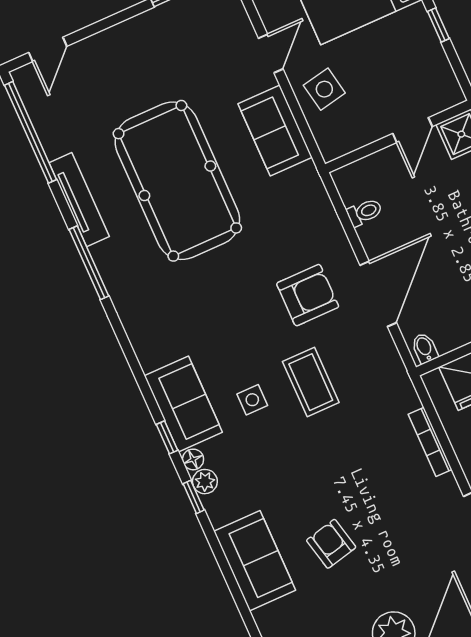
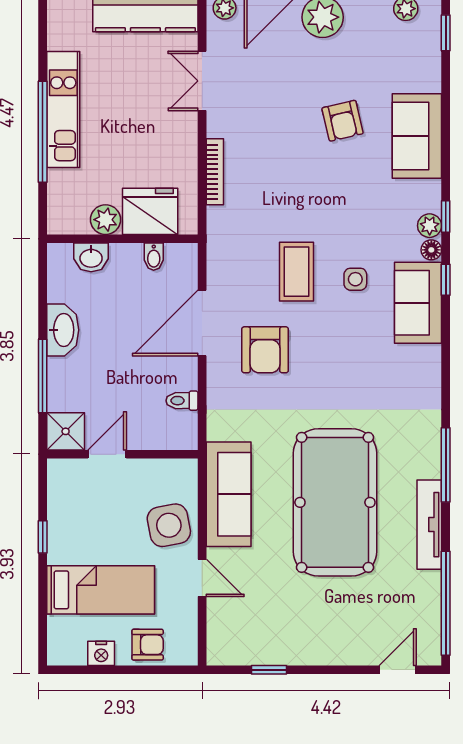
door: (271, 54) -> (202, 578), swing flipped
side table: (324, 89) -> (169, 525), width x1.37, depth x1.37
sofa: (275, 131) -> (229, 494), width x1.36
armchair: (308, 295) -> (265, 350), turned -90
bidet: (425, 348) -> (154, 257), moved

